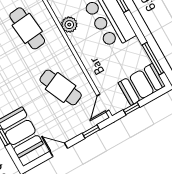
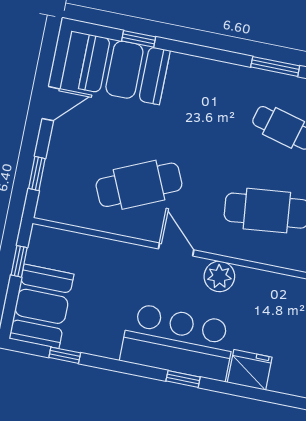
window: (153, 59) -> (65, 355), width x0.46
door: (103, 103) -> (176, 249), moved

